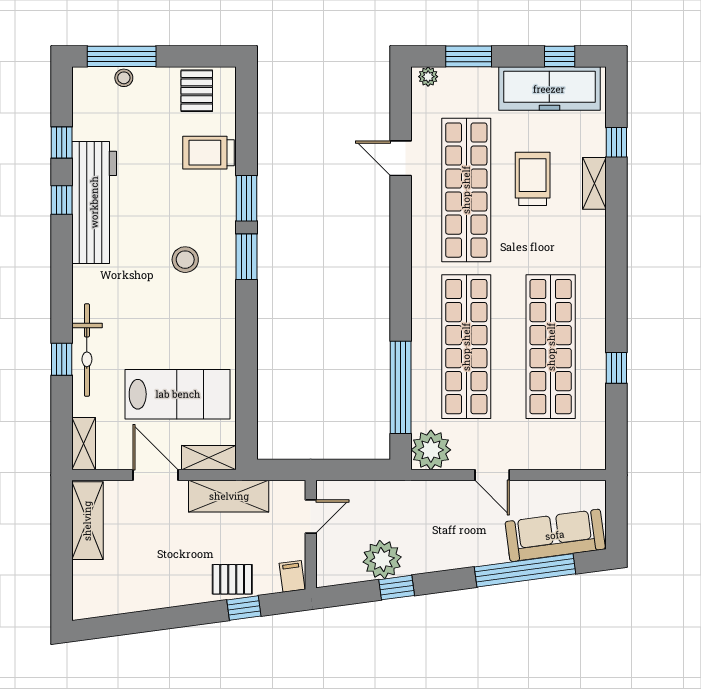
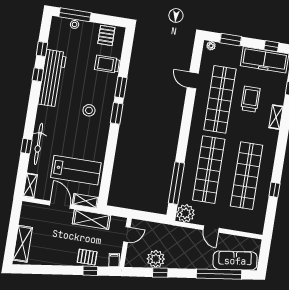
shelving: (594, 183) -> (276, 117), moved
shelving: (87, 521) -> (23, 244), moved

